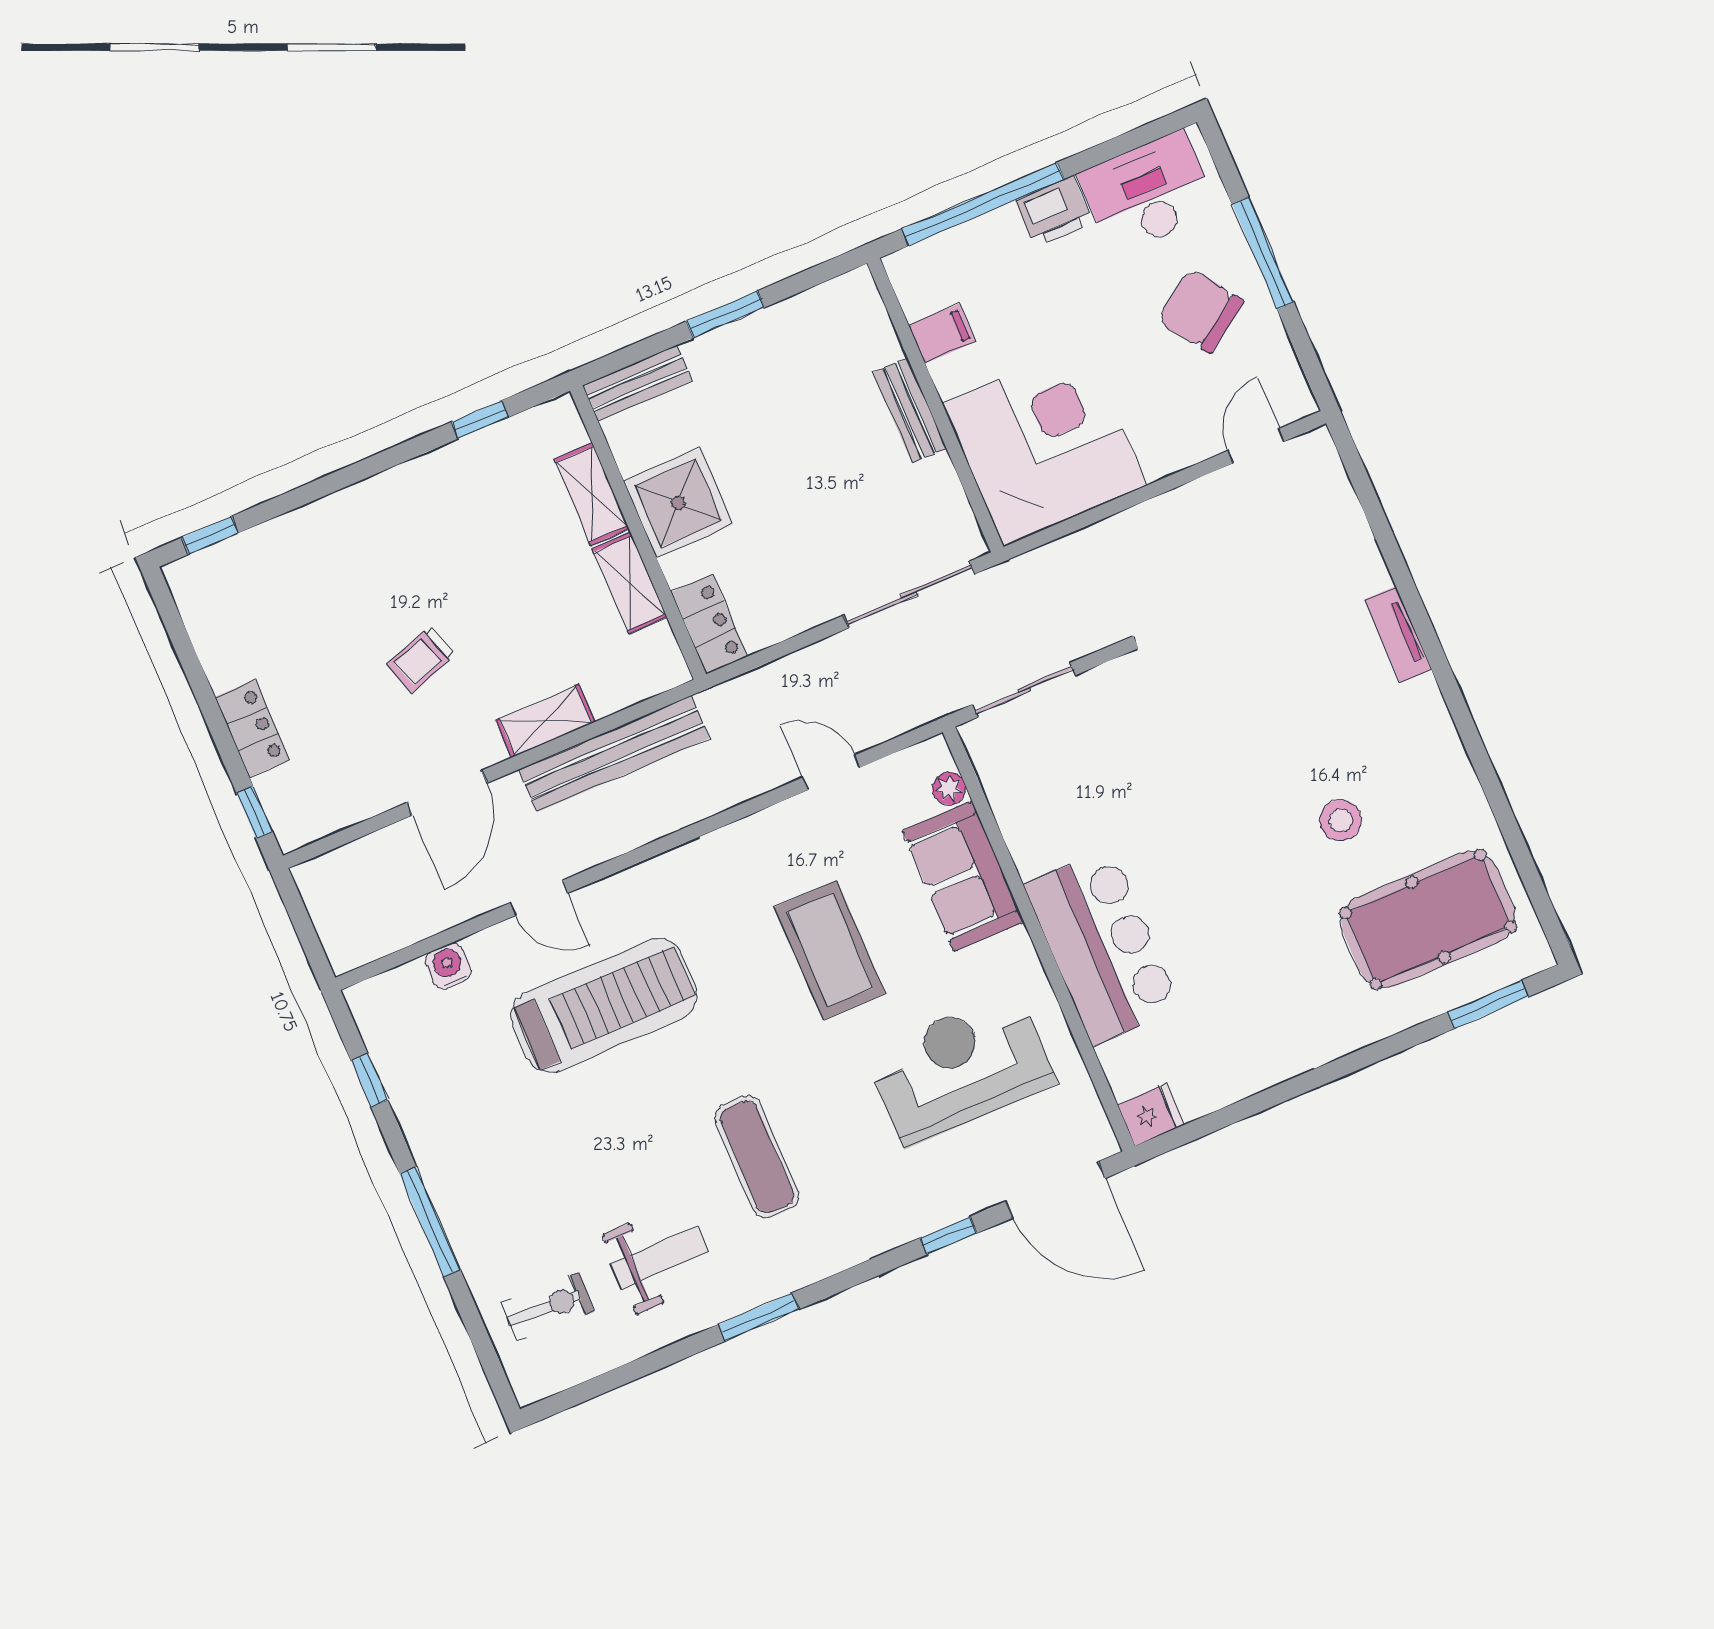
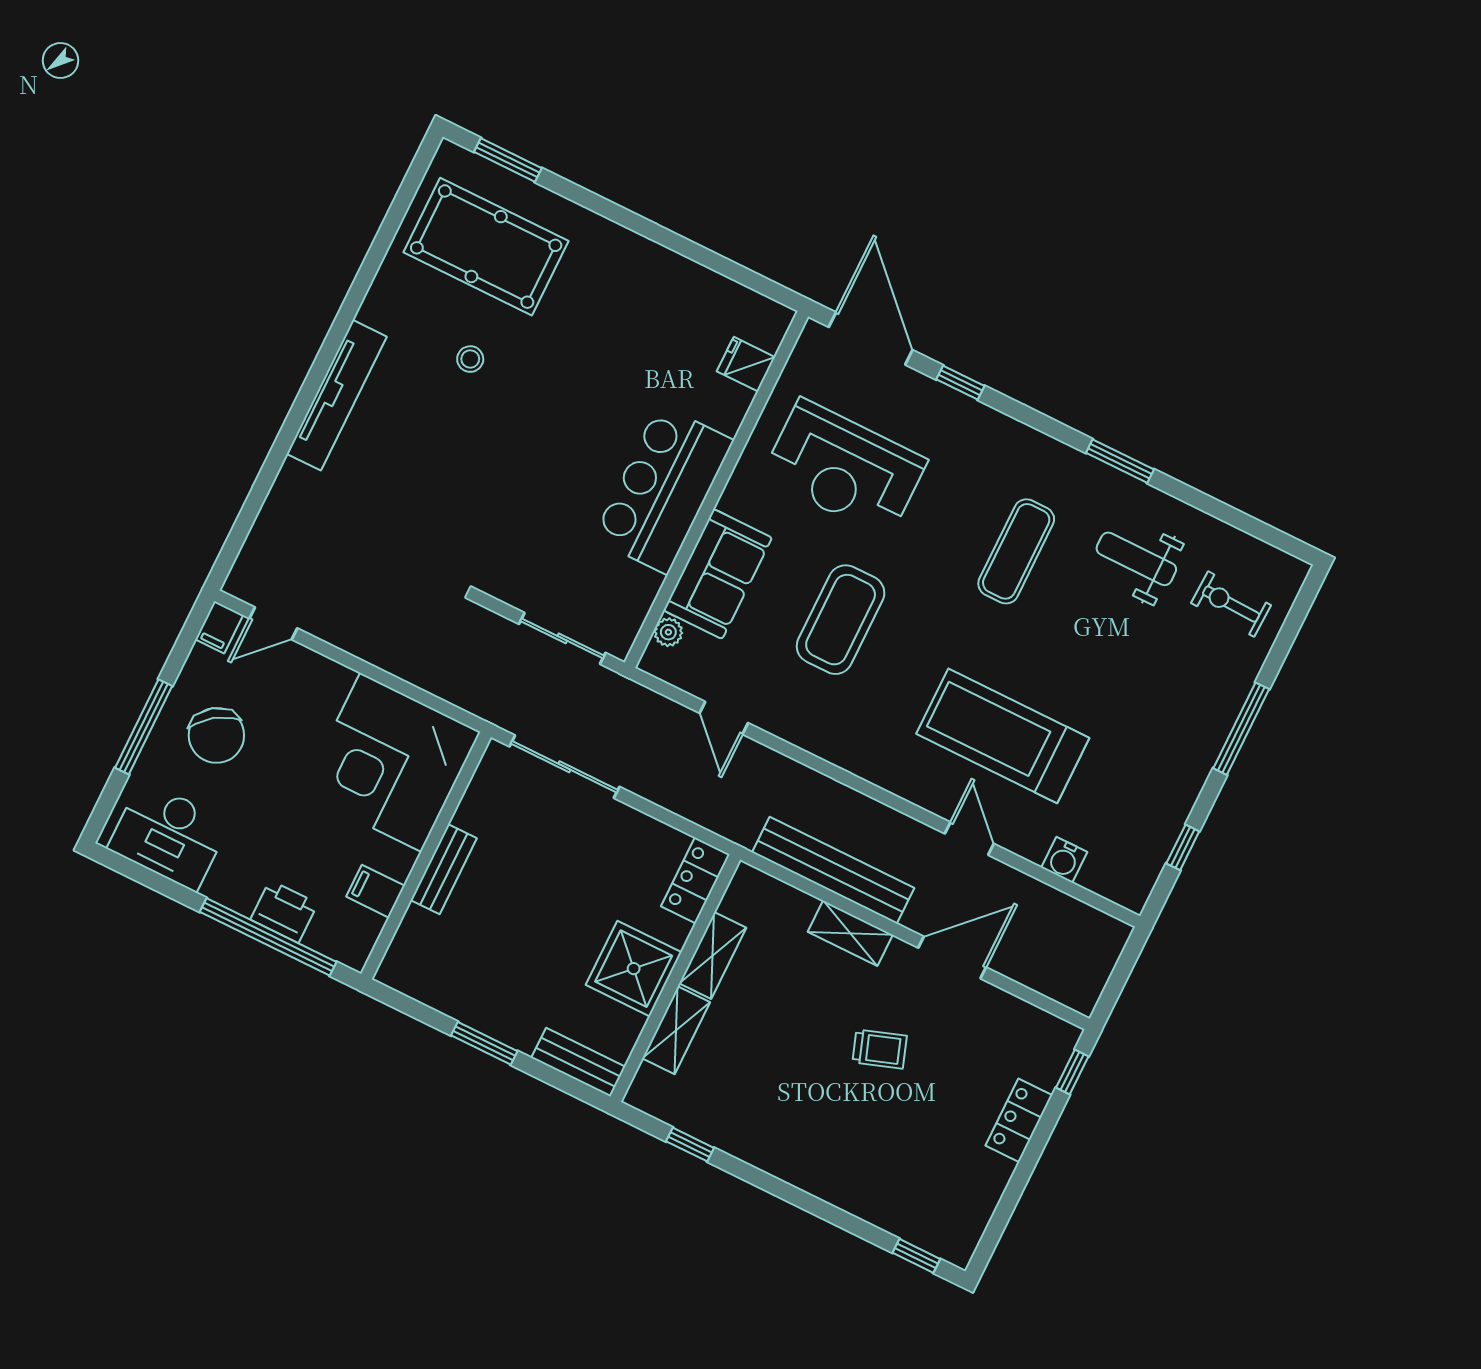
printer: (1054, 211) -> (284, 911), moved
filing cabinet: (1294, 395) -> (219, 627), added
tv unit: (1398, 635) -> (337, 395), width x1.92, depth x1.29
stool: (1341, 820) -> (470, 359), width x0.73, depth x0.73
bar counter: (1102, 947) -> (663, 489), moved
fridge: (1151, 1115) -> (746, 364), moved

